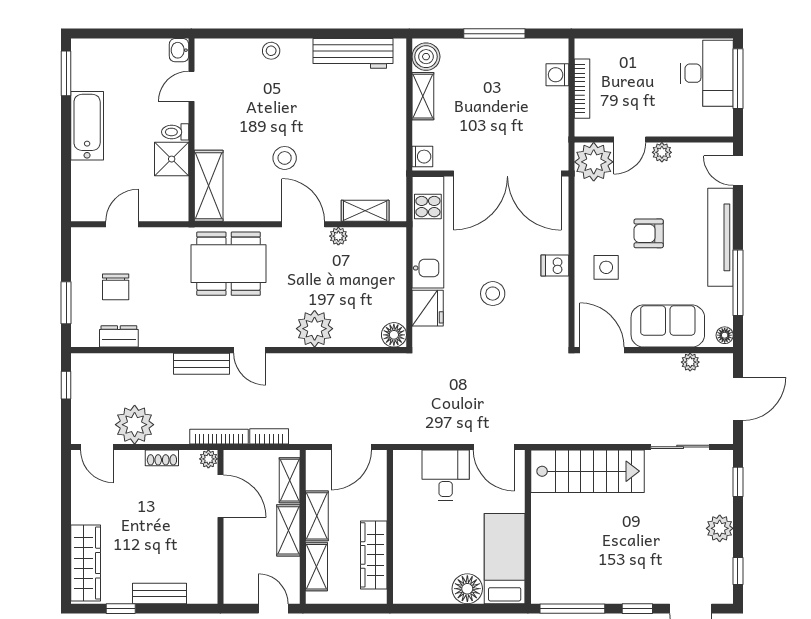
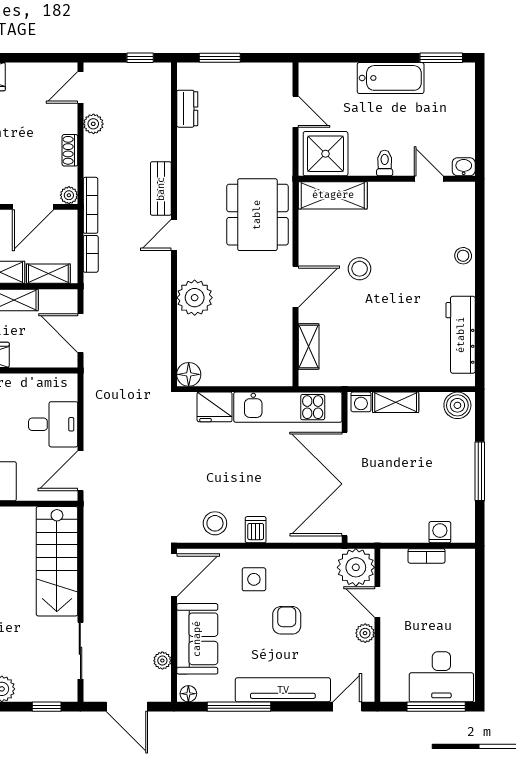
bookcase: (582, 89) -> (427, 556), width x0.64
shelving: (423, 96) -> (396, 402), moved
shower: (172, 159) -> (326, 154), moved, width x1.36, depth x1.36
plant: (338, 236) -> (284, 321), removed
chair: (116, 287) -> (235, 106), removed
stool: (493, 294) -> (215, 523), moved
plant: (135, 425) -> (93, 124), width x0.53, depth x0.53

